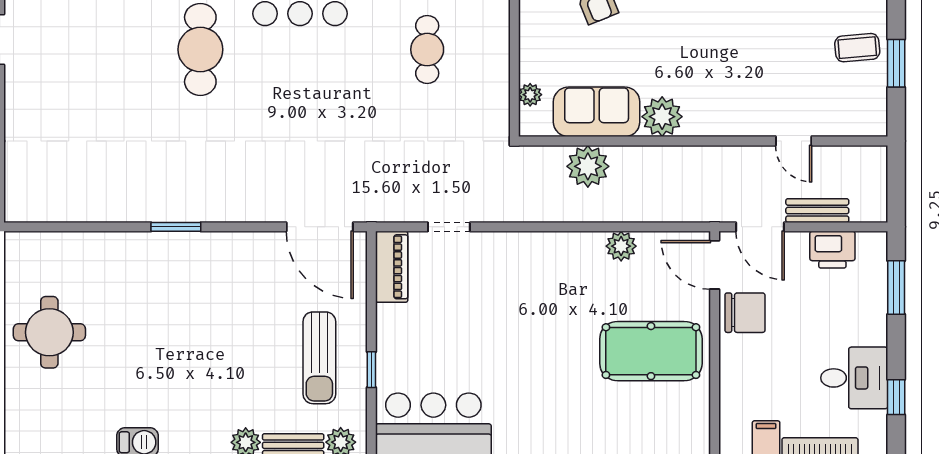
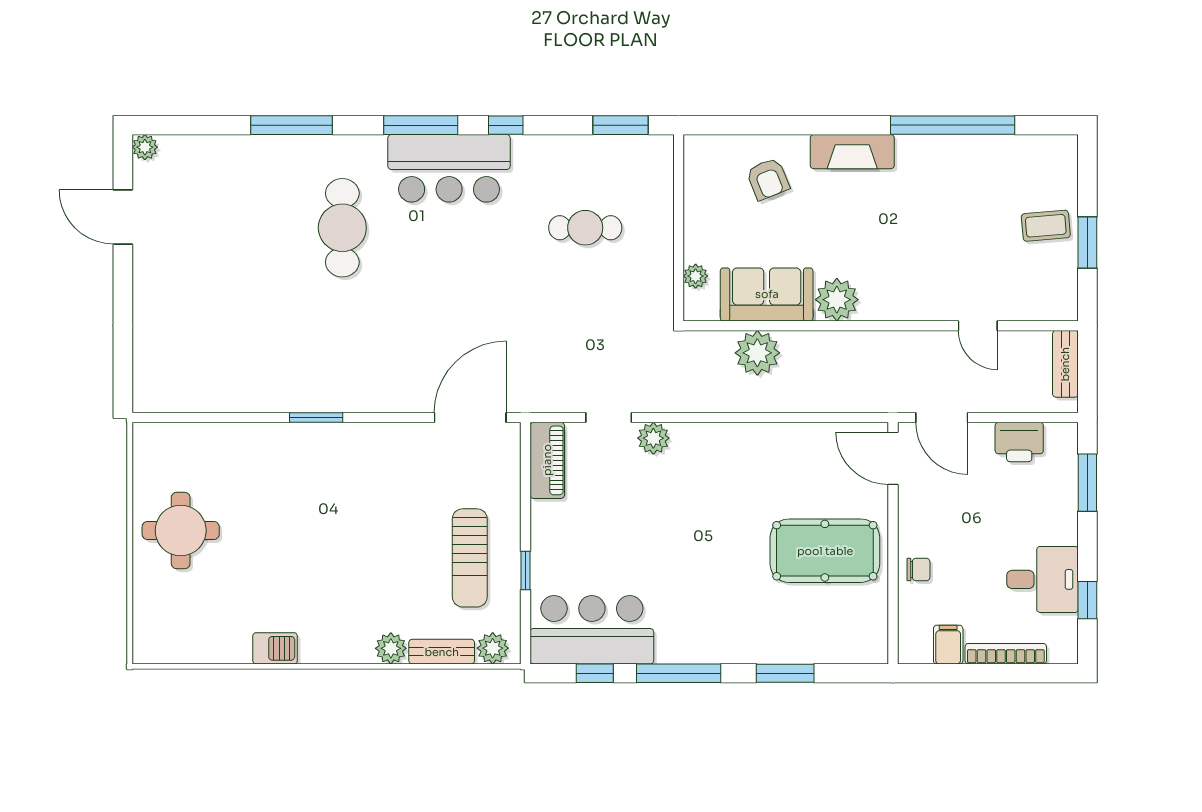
cafe table: (427, 50) -> (585, 228), turned 90
bench: (817, 211) -> (1065, 364), moved, turned 90
door: (320, 227) -> (470, 418), swing flipped
plant: (621, 246) -> (653, 438), moved
chair: (745, 313) -> (918, 569), moved, width x0.54, depth x0.54

